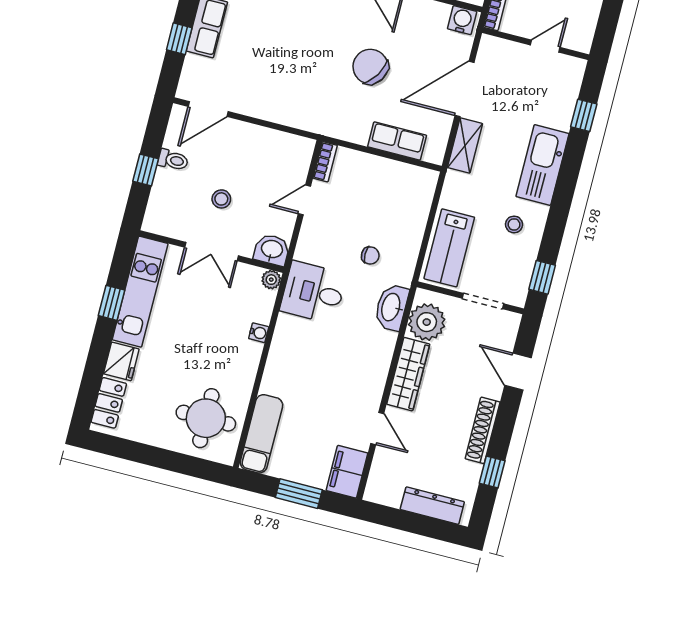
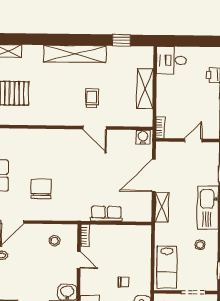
chair: (370, 67) -> (41, 189), moved, turned 58
row of seats: (397, 141) -> (106, 214), moved
stool: (221, 199) -> (55, 241), moved
door: (304, 200) -> (79, 260), swing flipped

